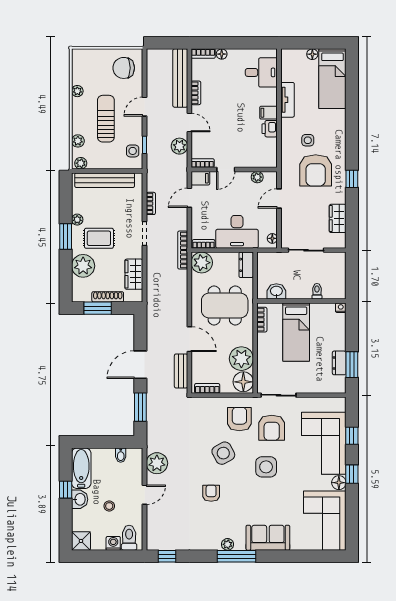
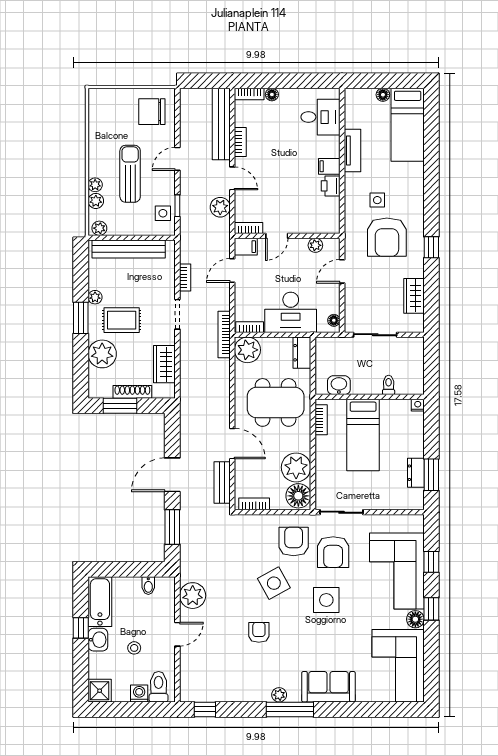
plant: (77, 91) -> (95, 185), moved

